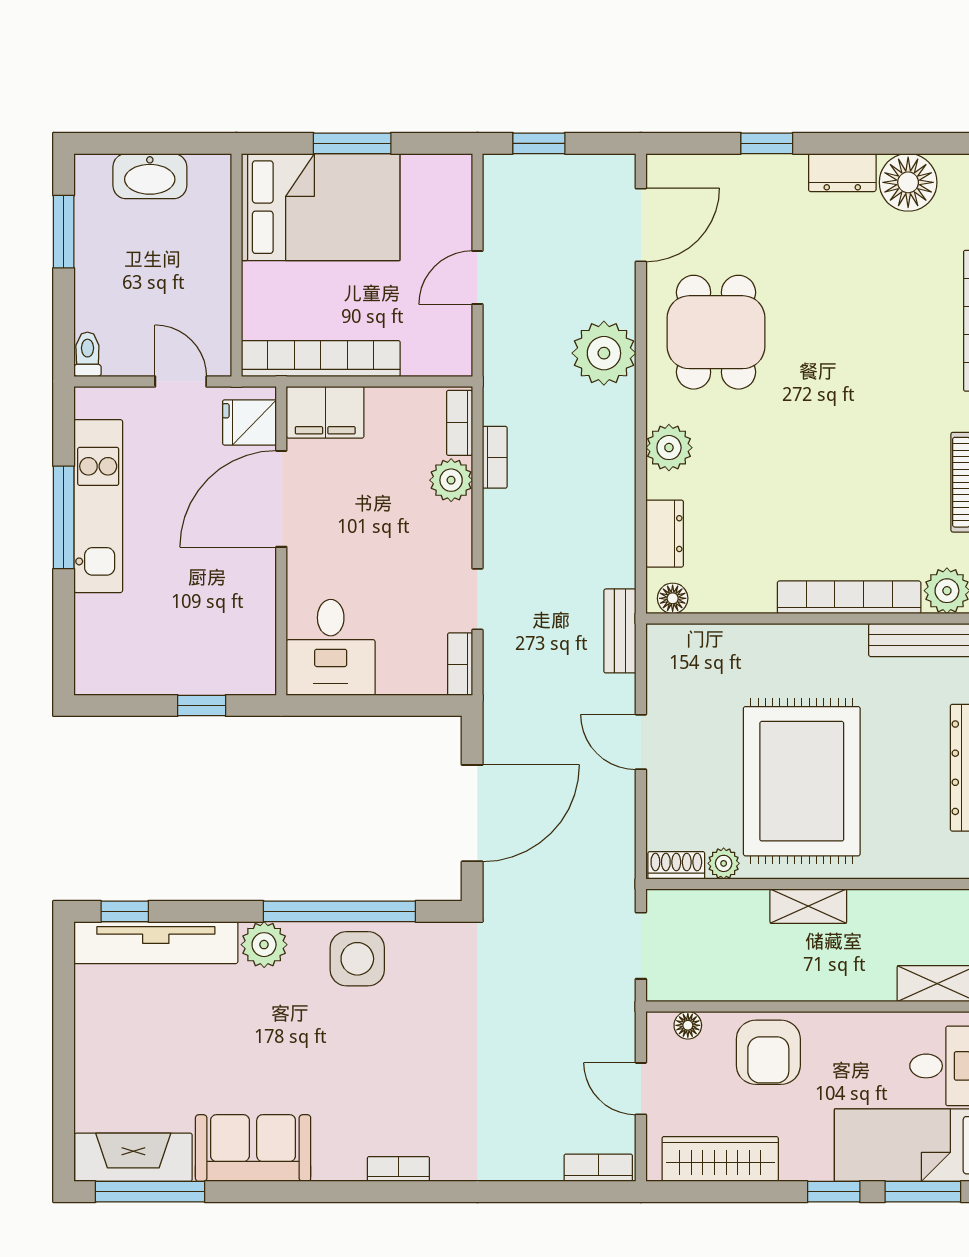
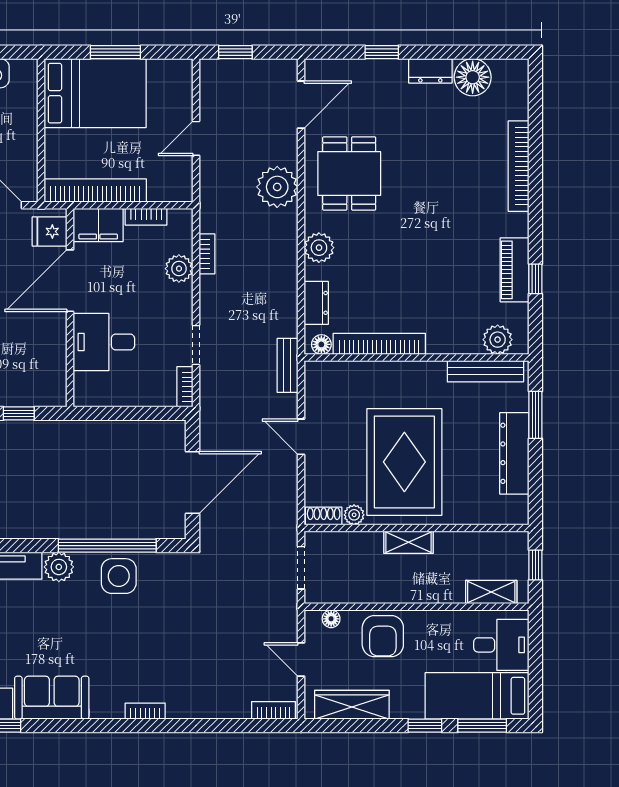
bookcase: (460, 423) -> (146, 217), moved, turned -90
bookcase: (849, 597) -> (379, 344), moved
desk: (331, 647) -> (104, 342), moved, turned 90

